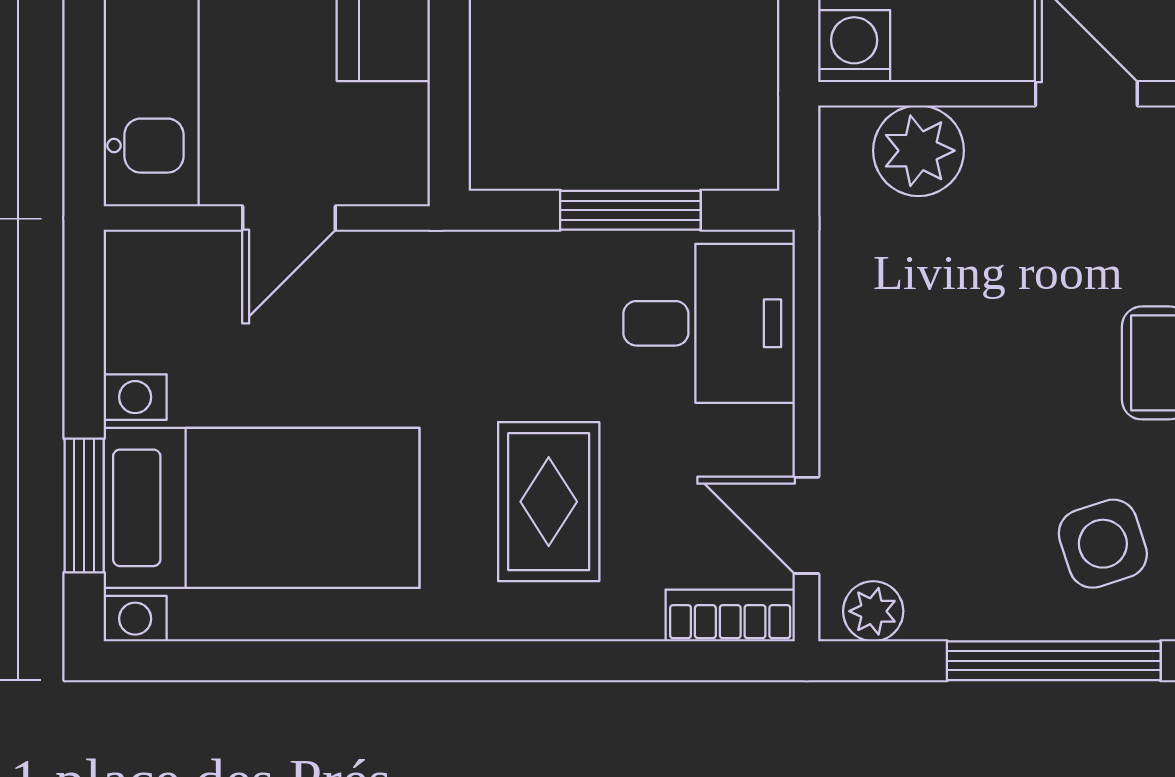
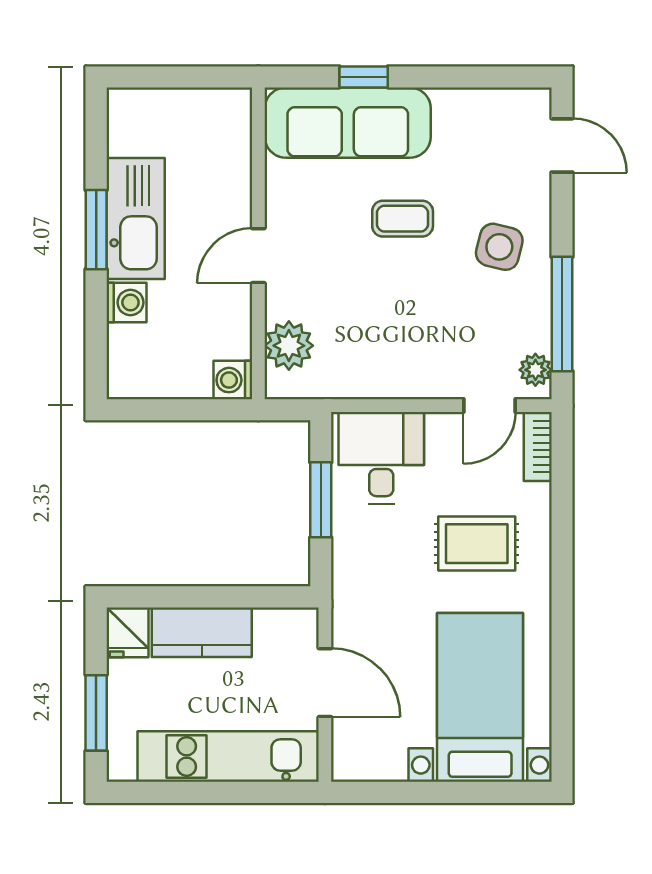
door: (289, 218) -> (325, 683), width x1.38
window: (84, 505) -> (479, 792), removed
side table: (1103, 544) -> (499, 247), turned 32
window: (1054, 661) -> (562, 314), moved

